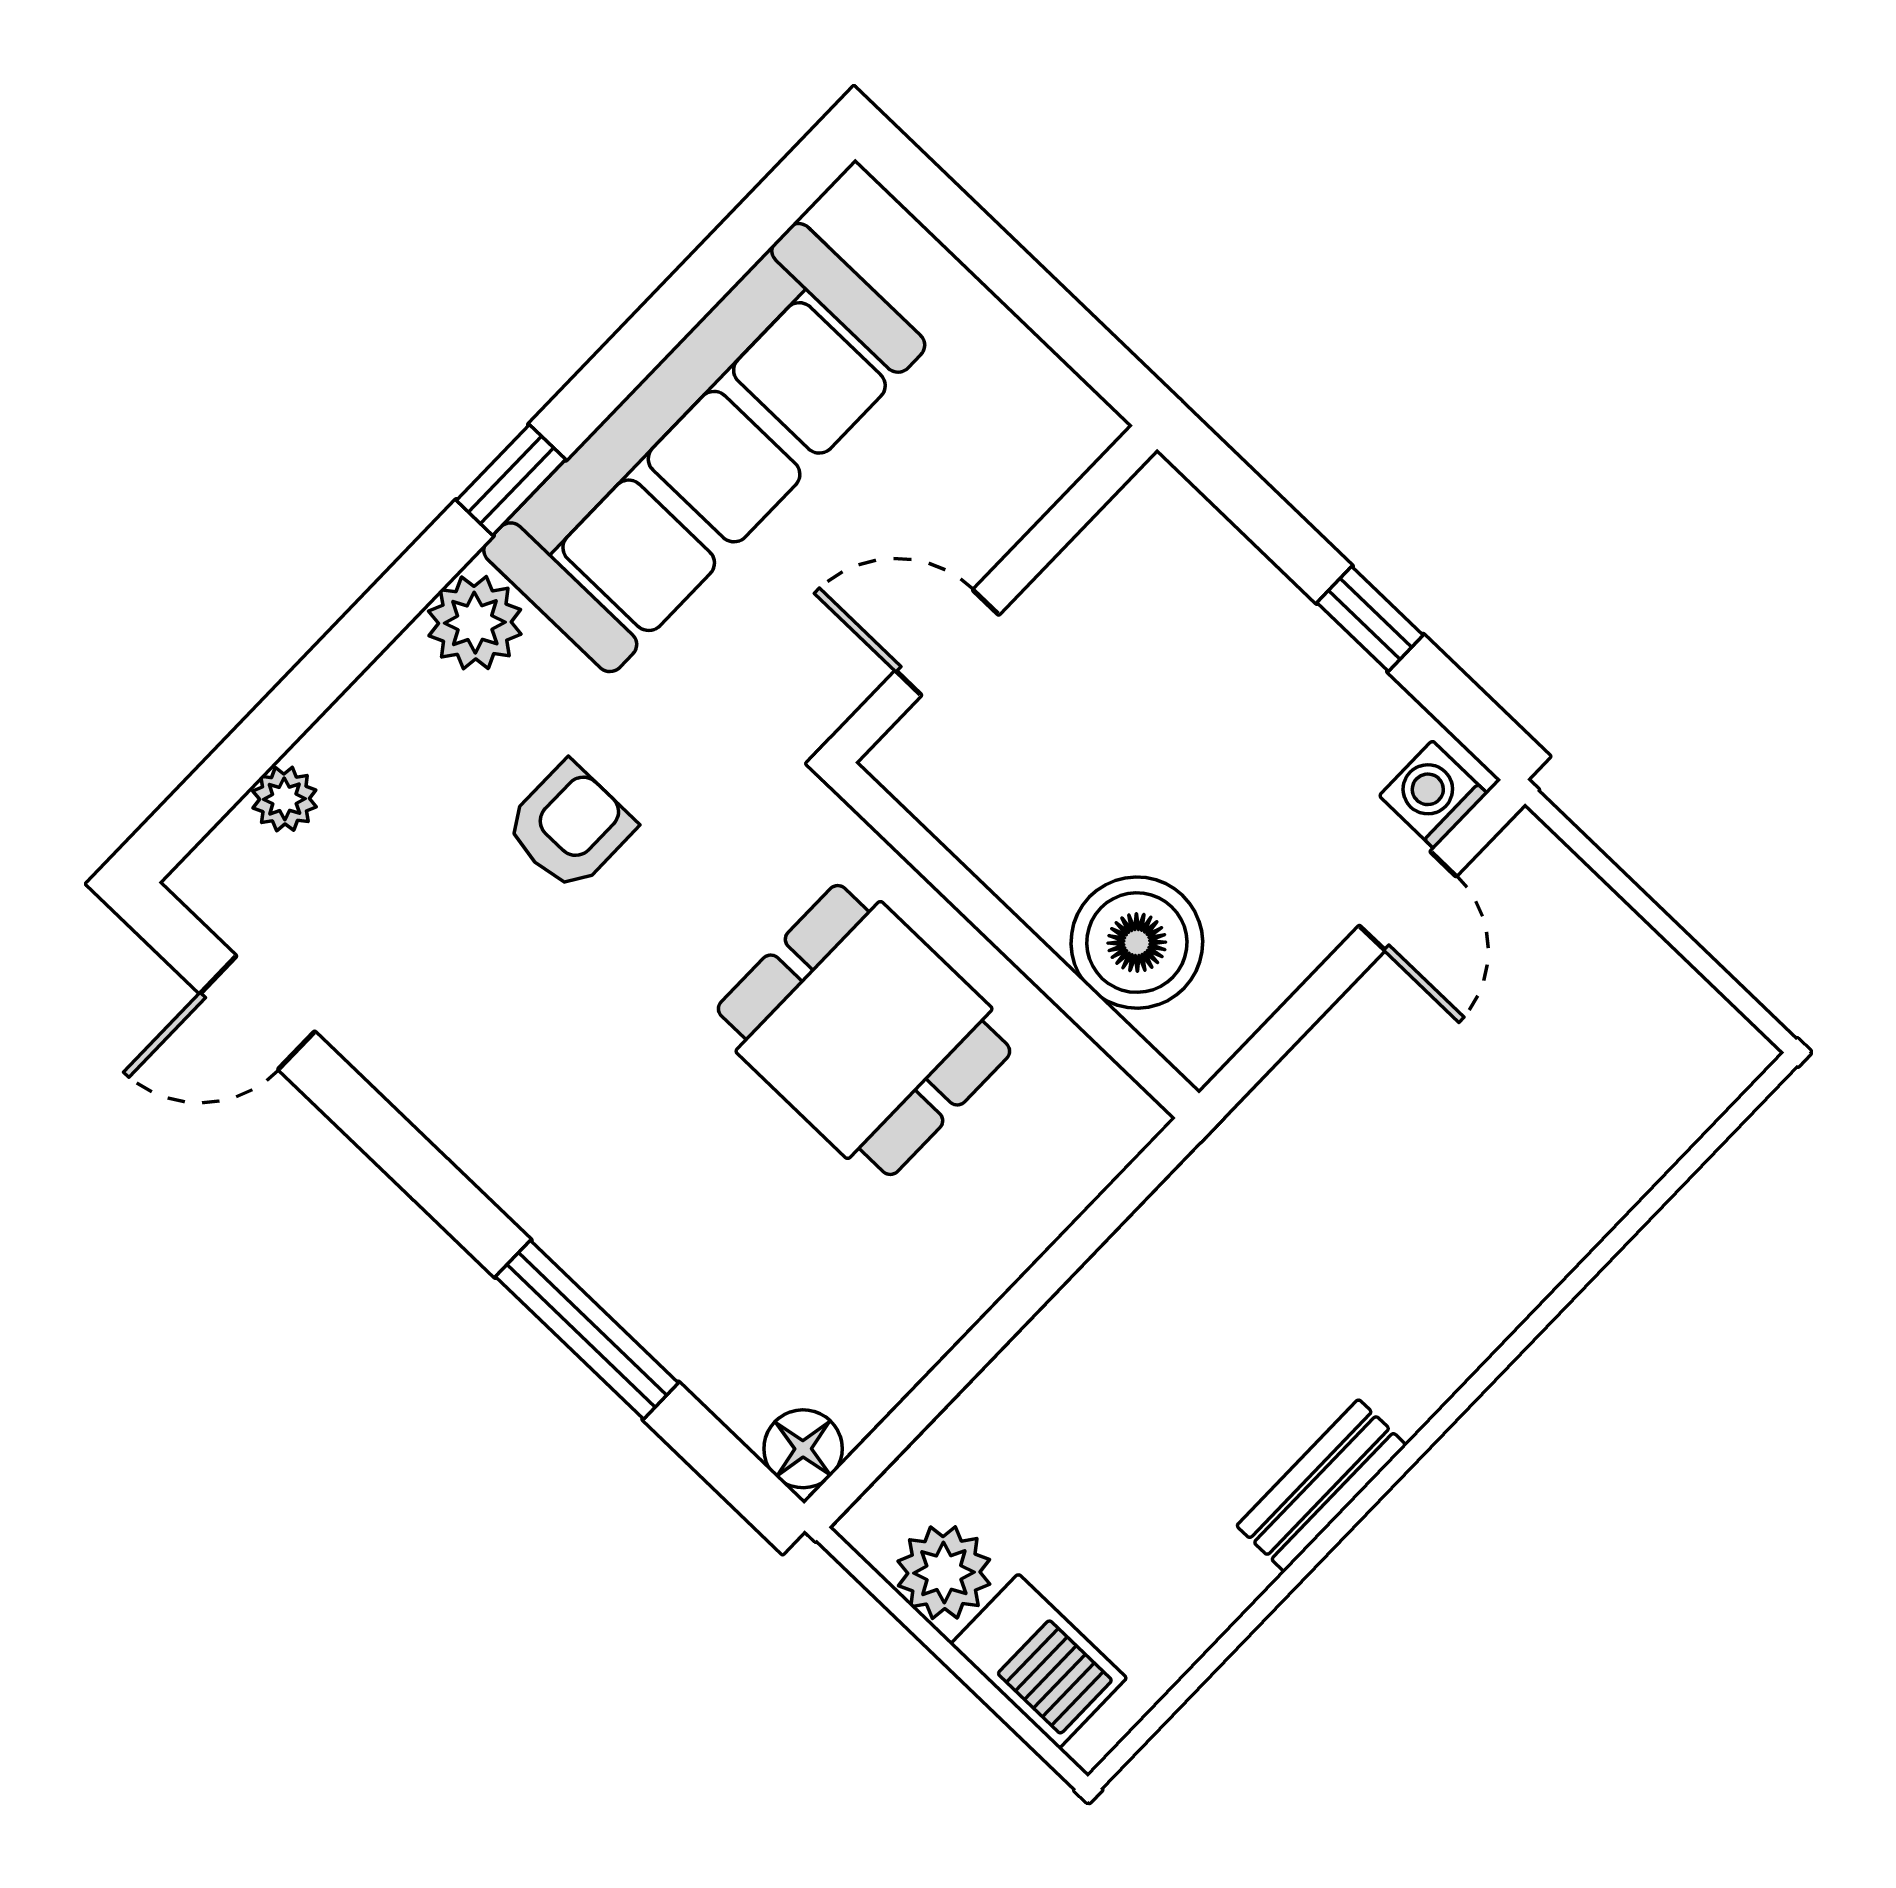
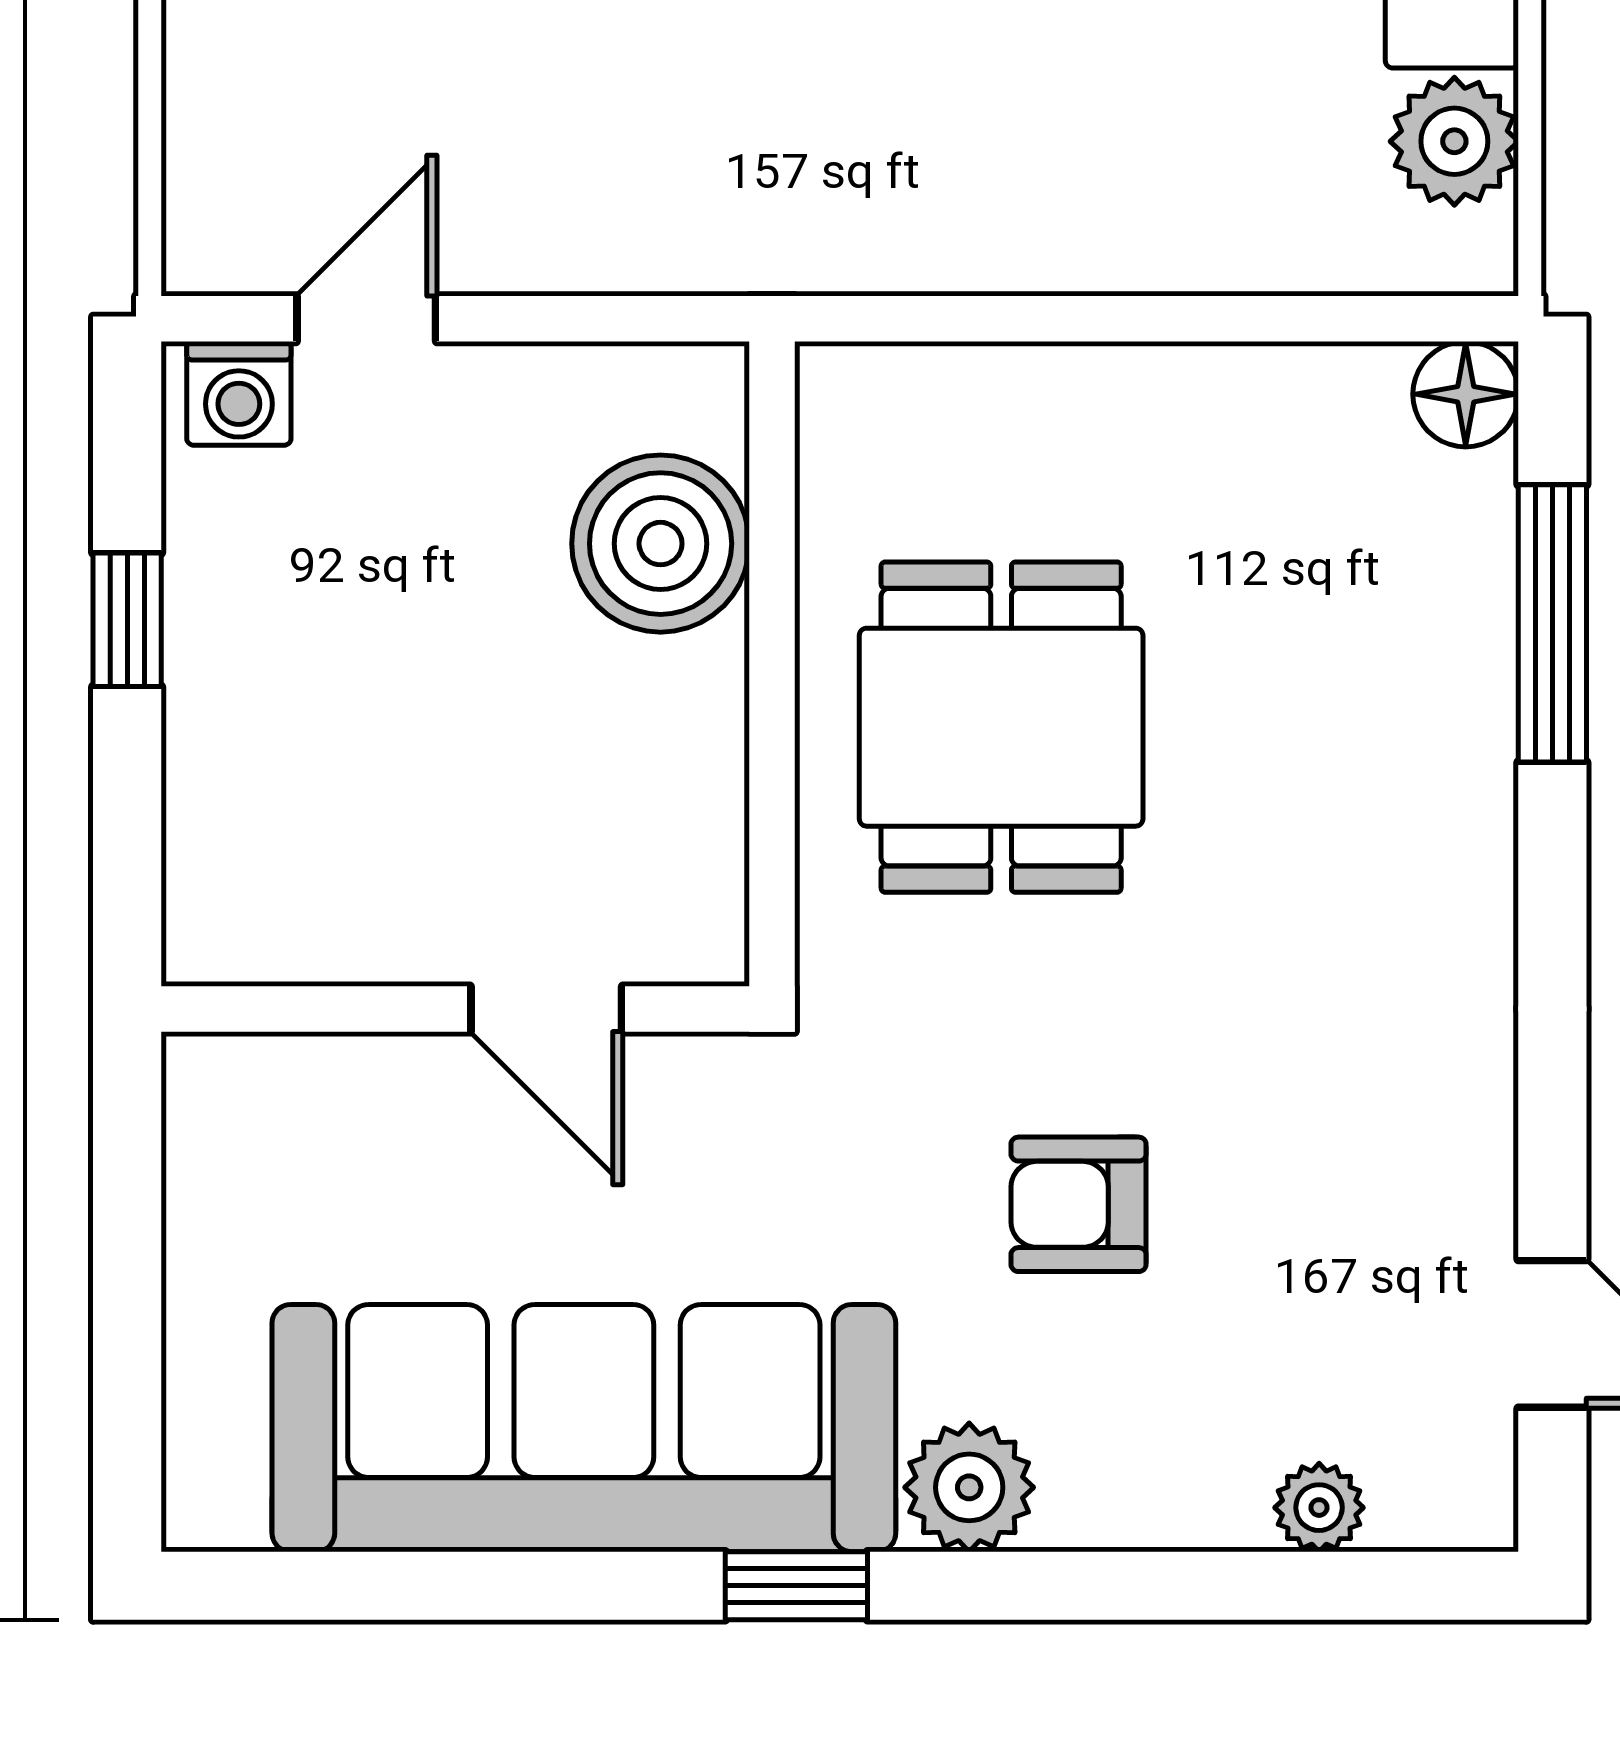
window: (587, 1330) -> (1552, 623), moved

